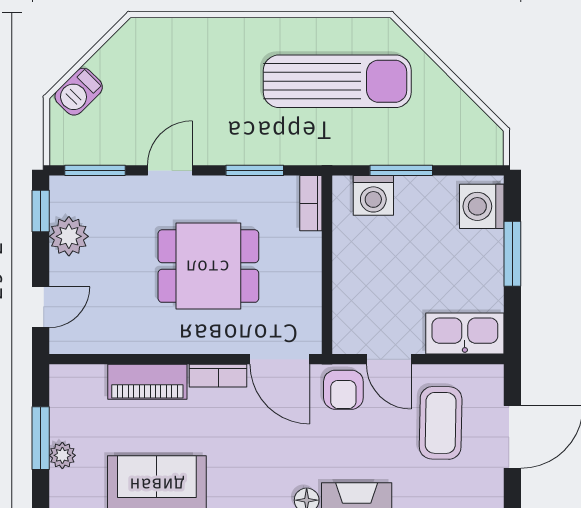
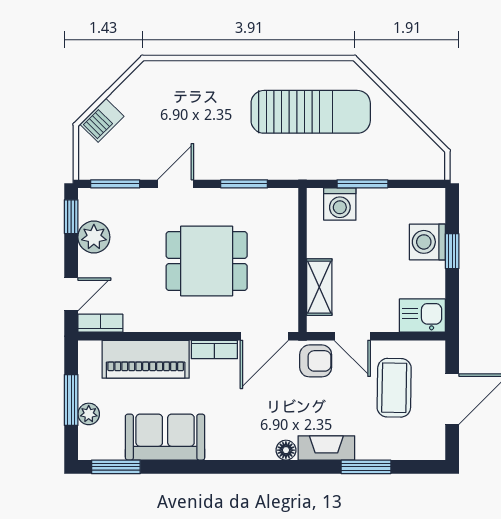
bookcase: (311, 203) -> (100, 323), moved, turned 90
washing machine: (482, 206) -> (427, 242), moved
window: (512, 254) -> (452, 251), width x0.67
shelving: (348, 298) -> (319, 287), added
kitchen sink: (465, 333) -> (422, 316), width x0.73
door: (280, 359) -> (264, 336), hinge flipped
piano: (147, 382) -> (146, 359), width x1.37, depth x1.33
armchair: (343, 390) -> (316, 361), turned -90

